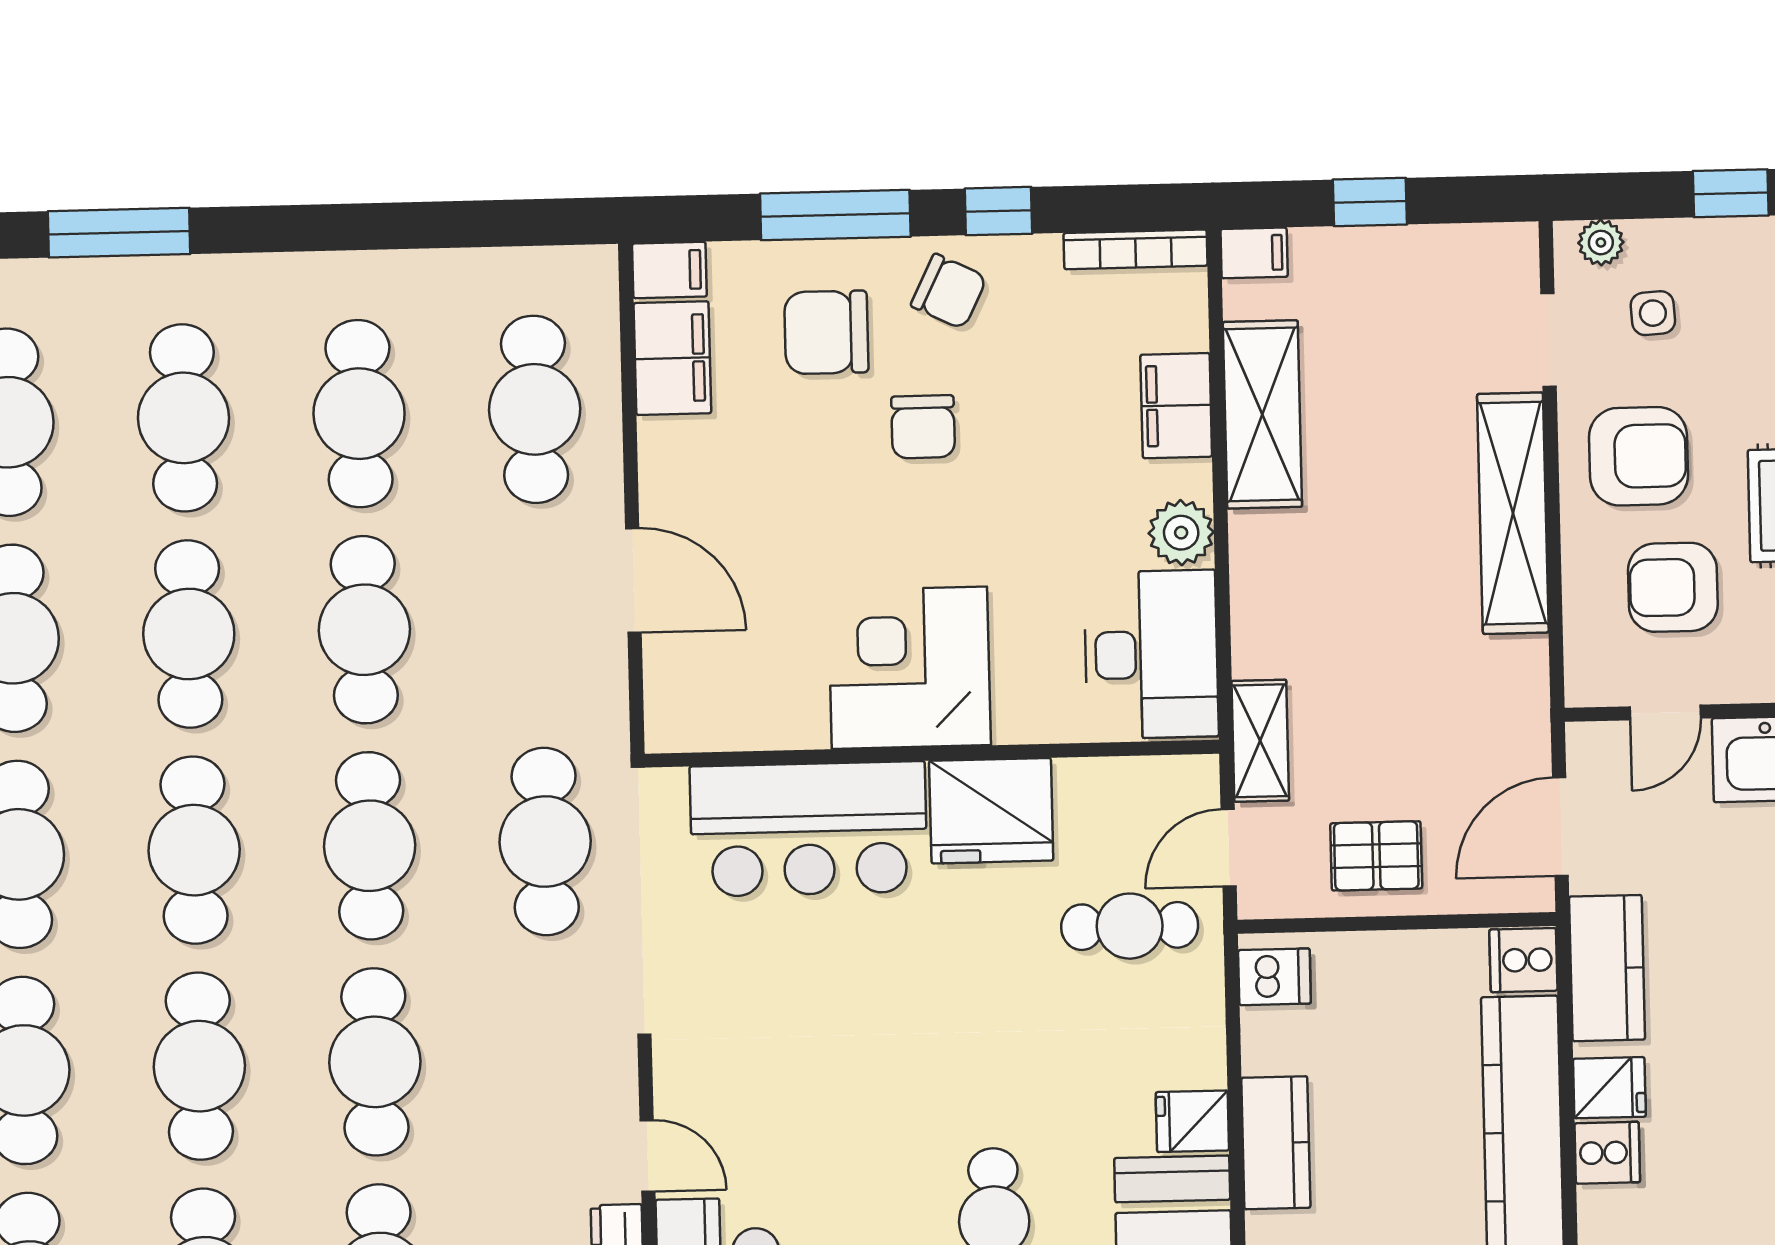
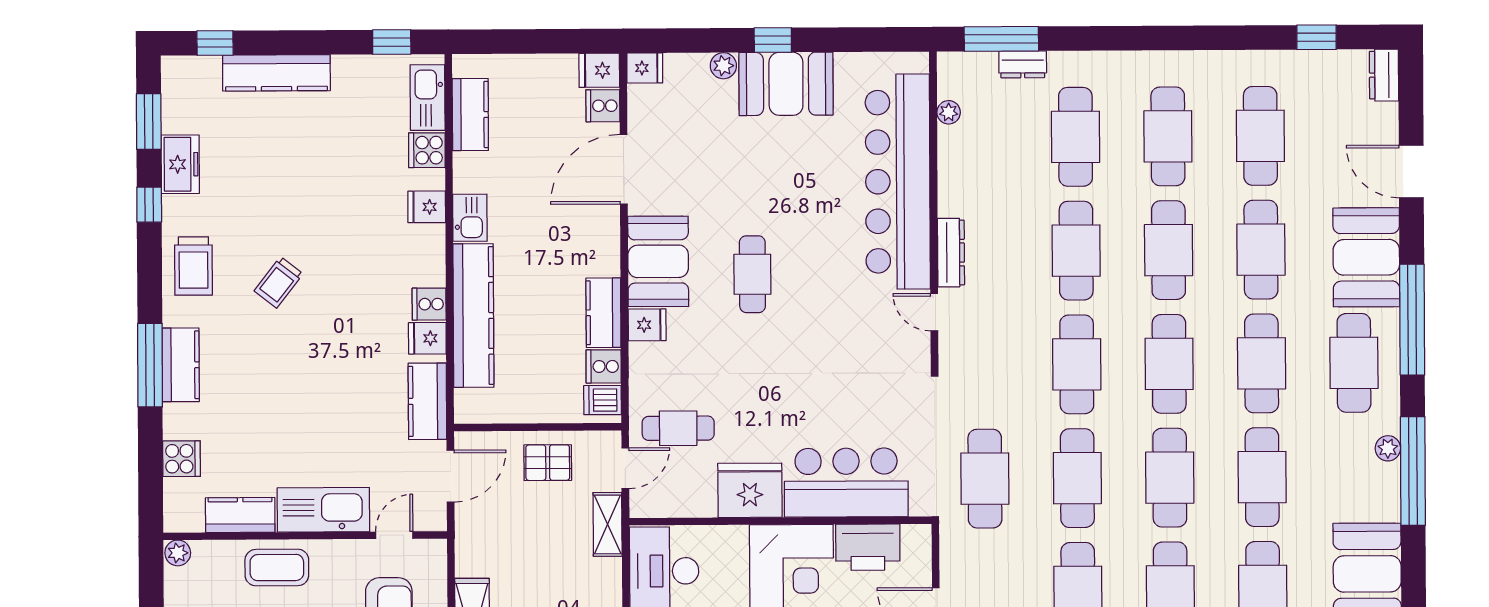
printer: (765, 707) -> (868, 547), added
cooker: (1523, 960) -> (604, 366), moved, turned 180

